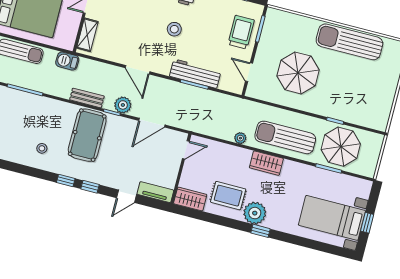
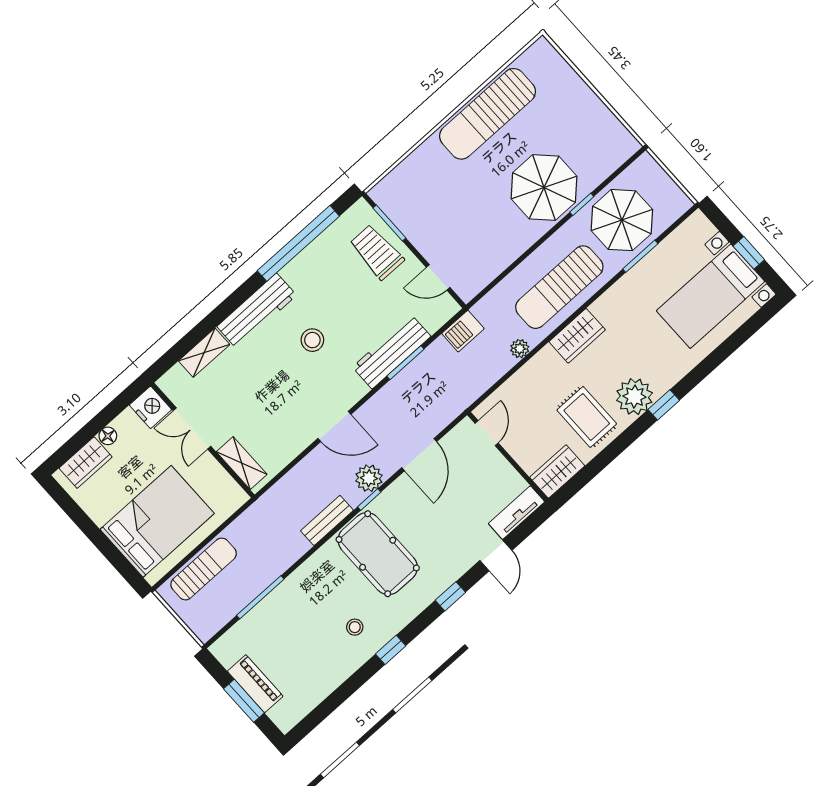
barbecue: (67, 61) -> (463, 331), moved
parasol: (298, 73) -> (544, 188), moved
window: (66, 180) -> (391, 650), moved
rug: (228, 196) -> (587, 417), turned 90

